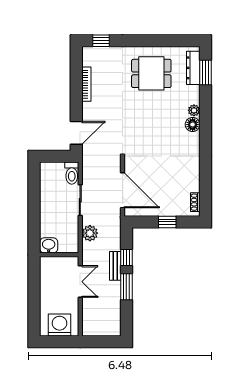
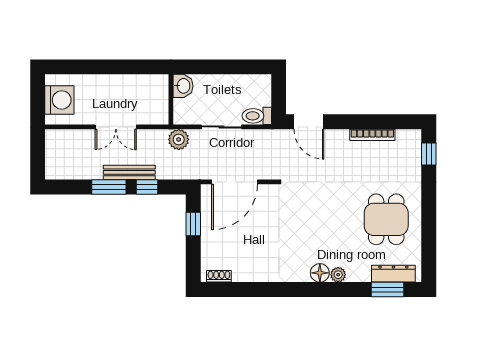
window: (167, 222) -> (193, 224), moved
washbasin: (49, 245) -> (183, 86), moved
wall: (59, 255) -> (171, 99), moved
bench: (115, 266) -> (129, 172), width x1.36

